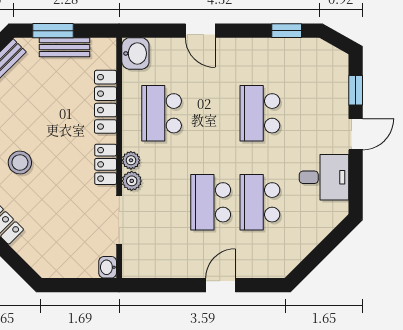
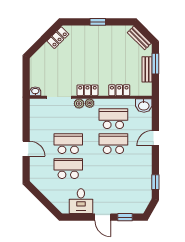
locker: (106, 102) -> (119, 90), width x0.66
school desk: (260, 113) -> (113, 144), moved
stool: (20, 163) -> (88, 47), removed

